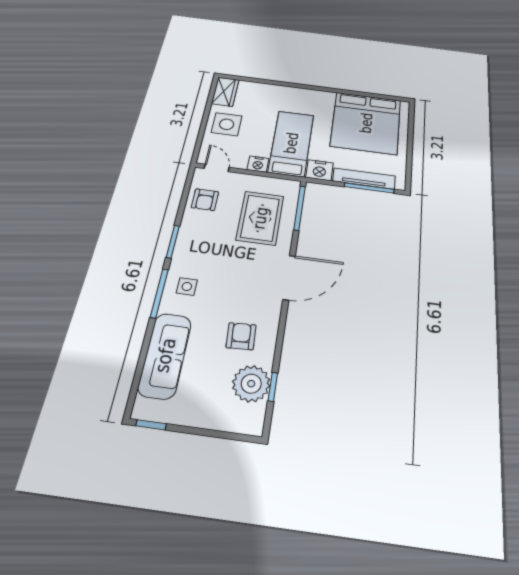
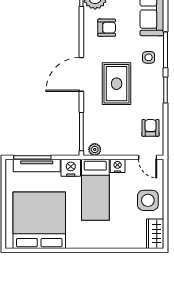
plant: (285, 186) -> (95, 149), added
rug: (260, 218) -> (117, 84), moved
armchair: (241, 336) -> (107, 28), turned -87

